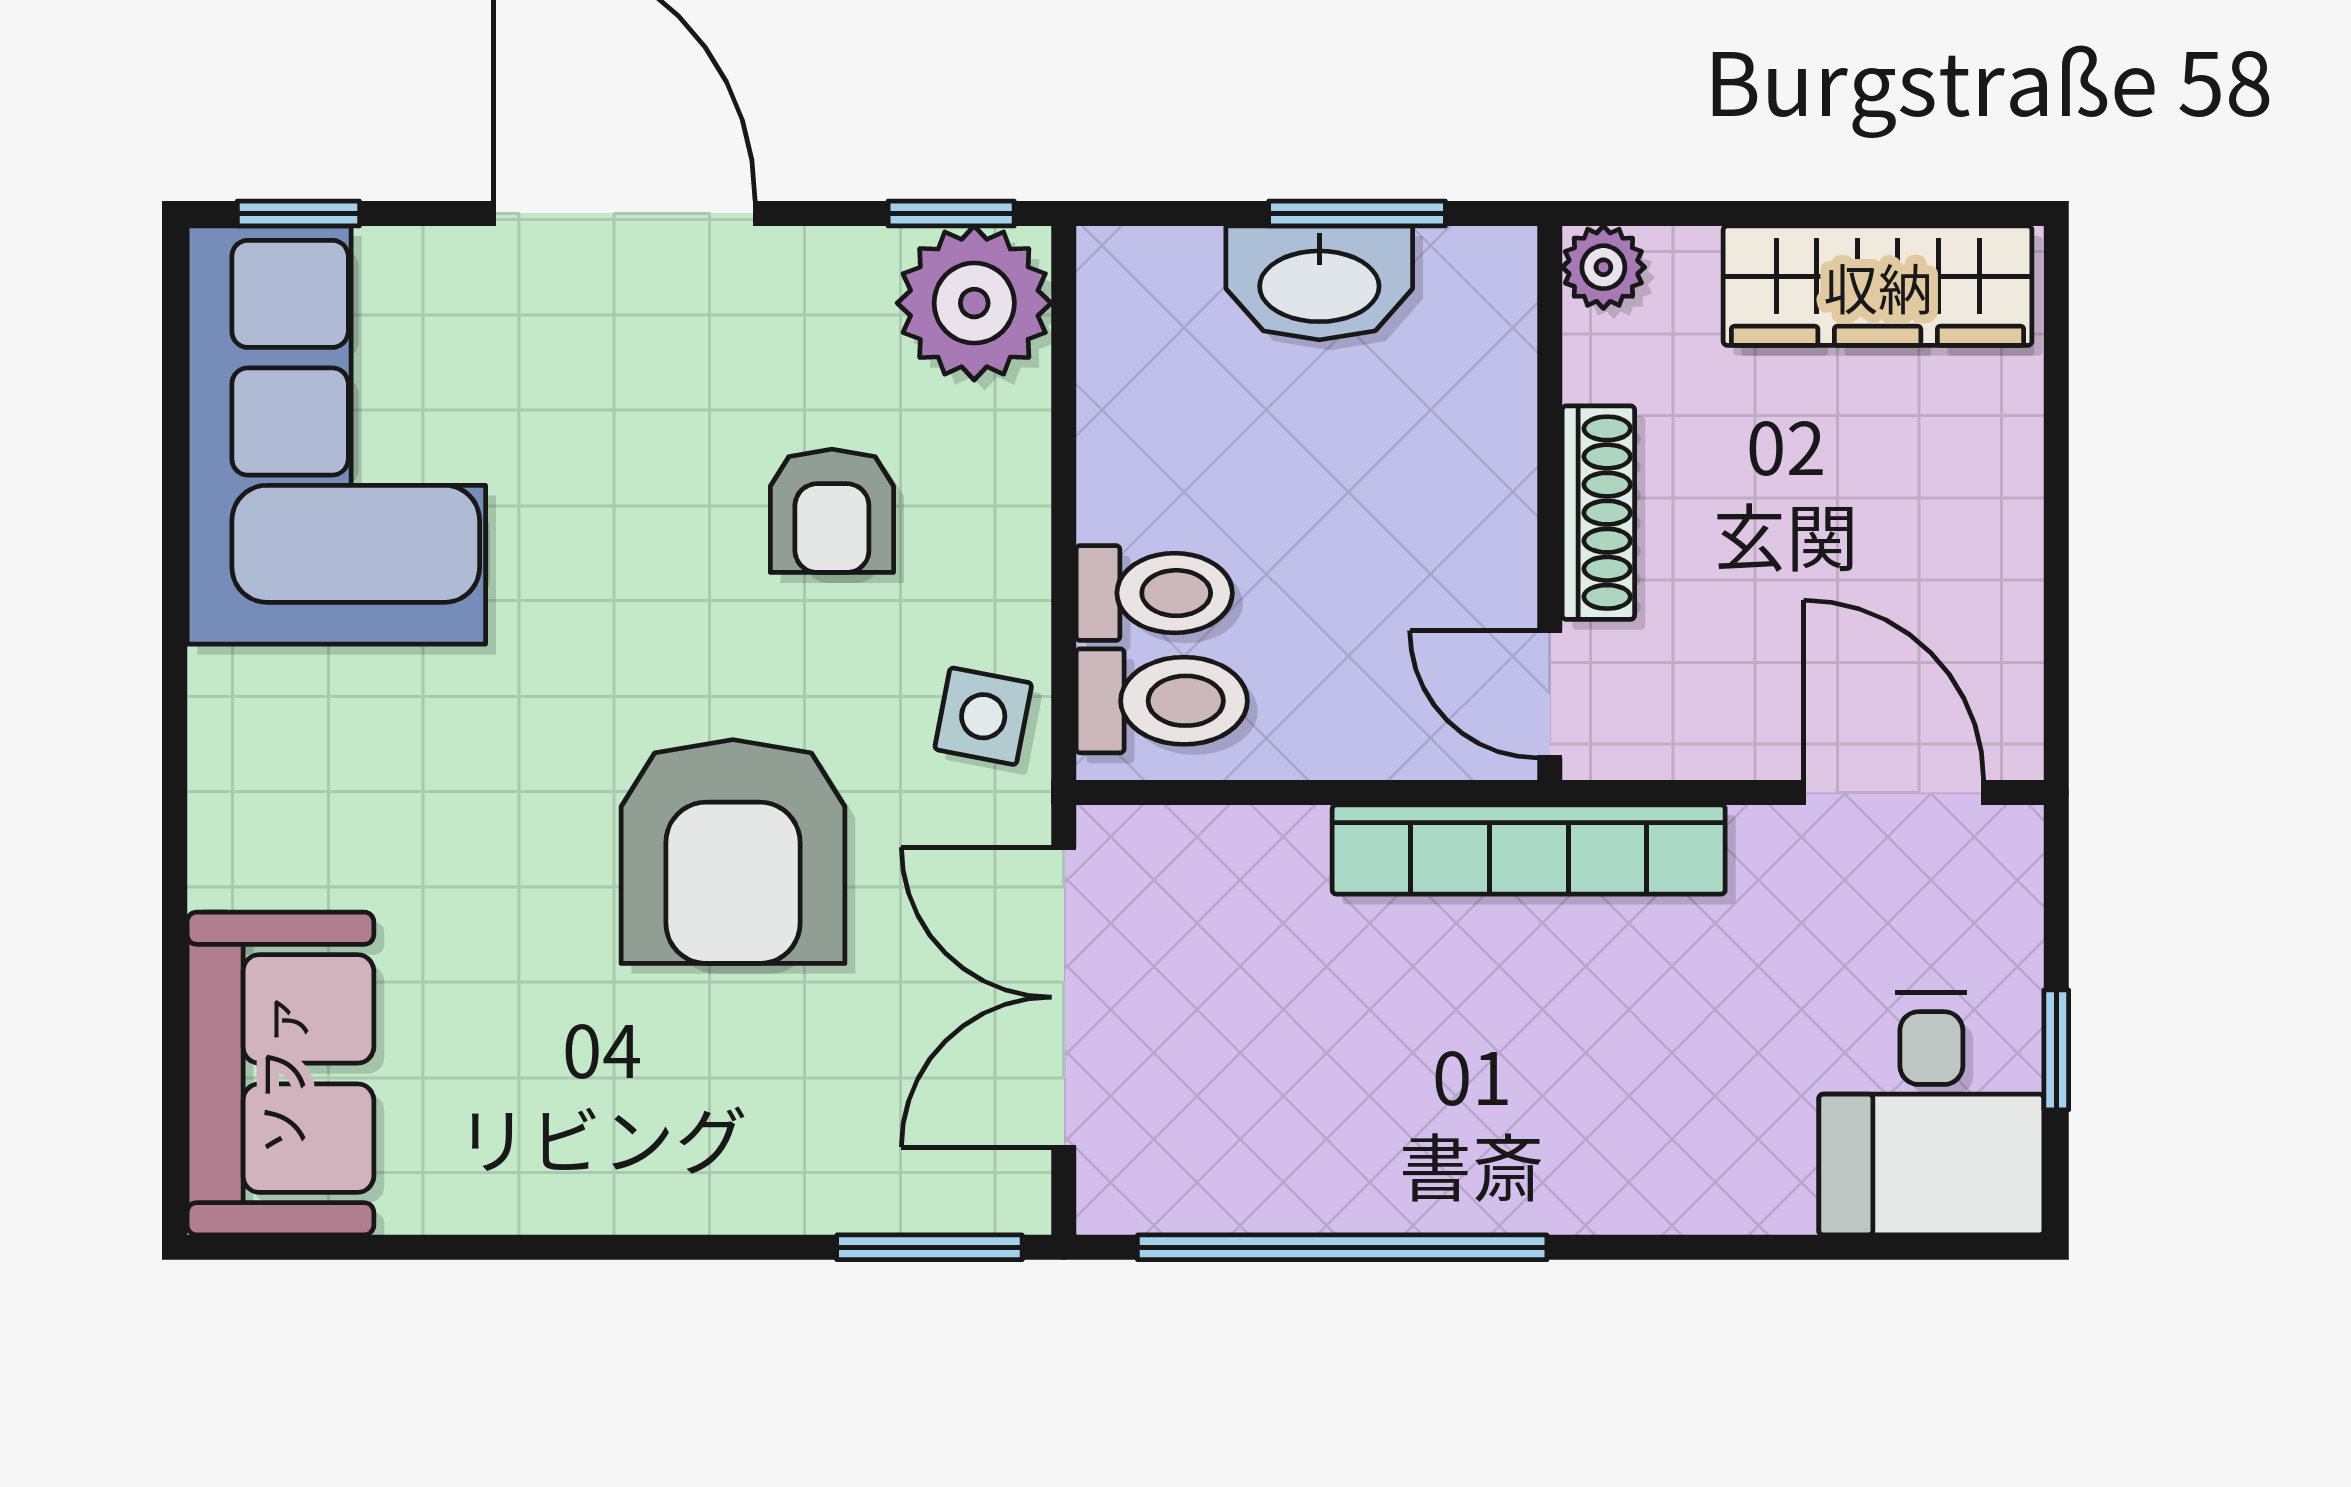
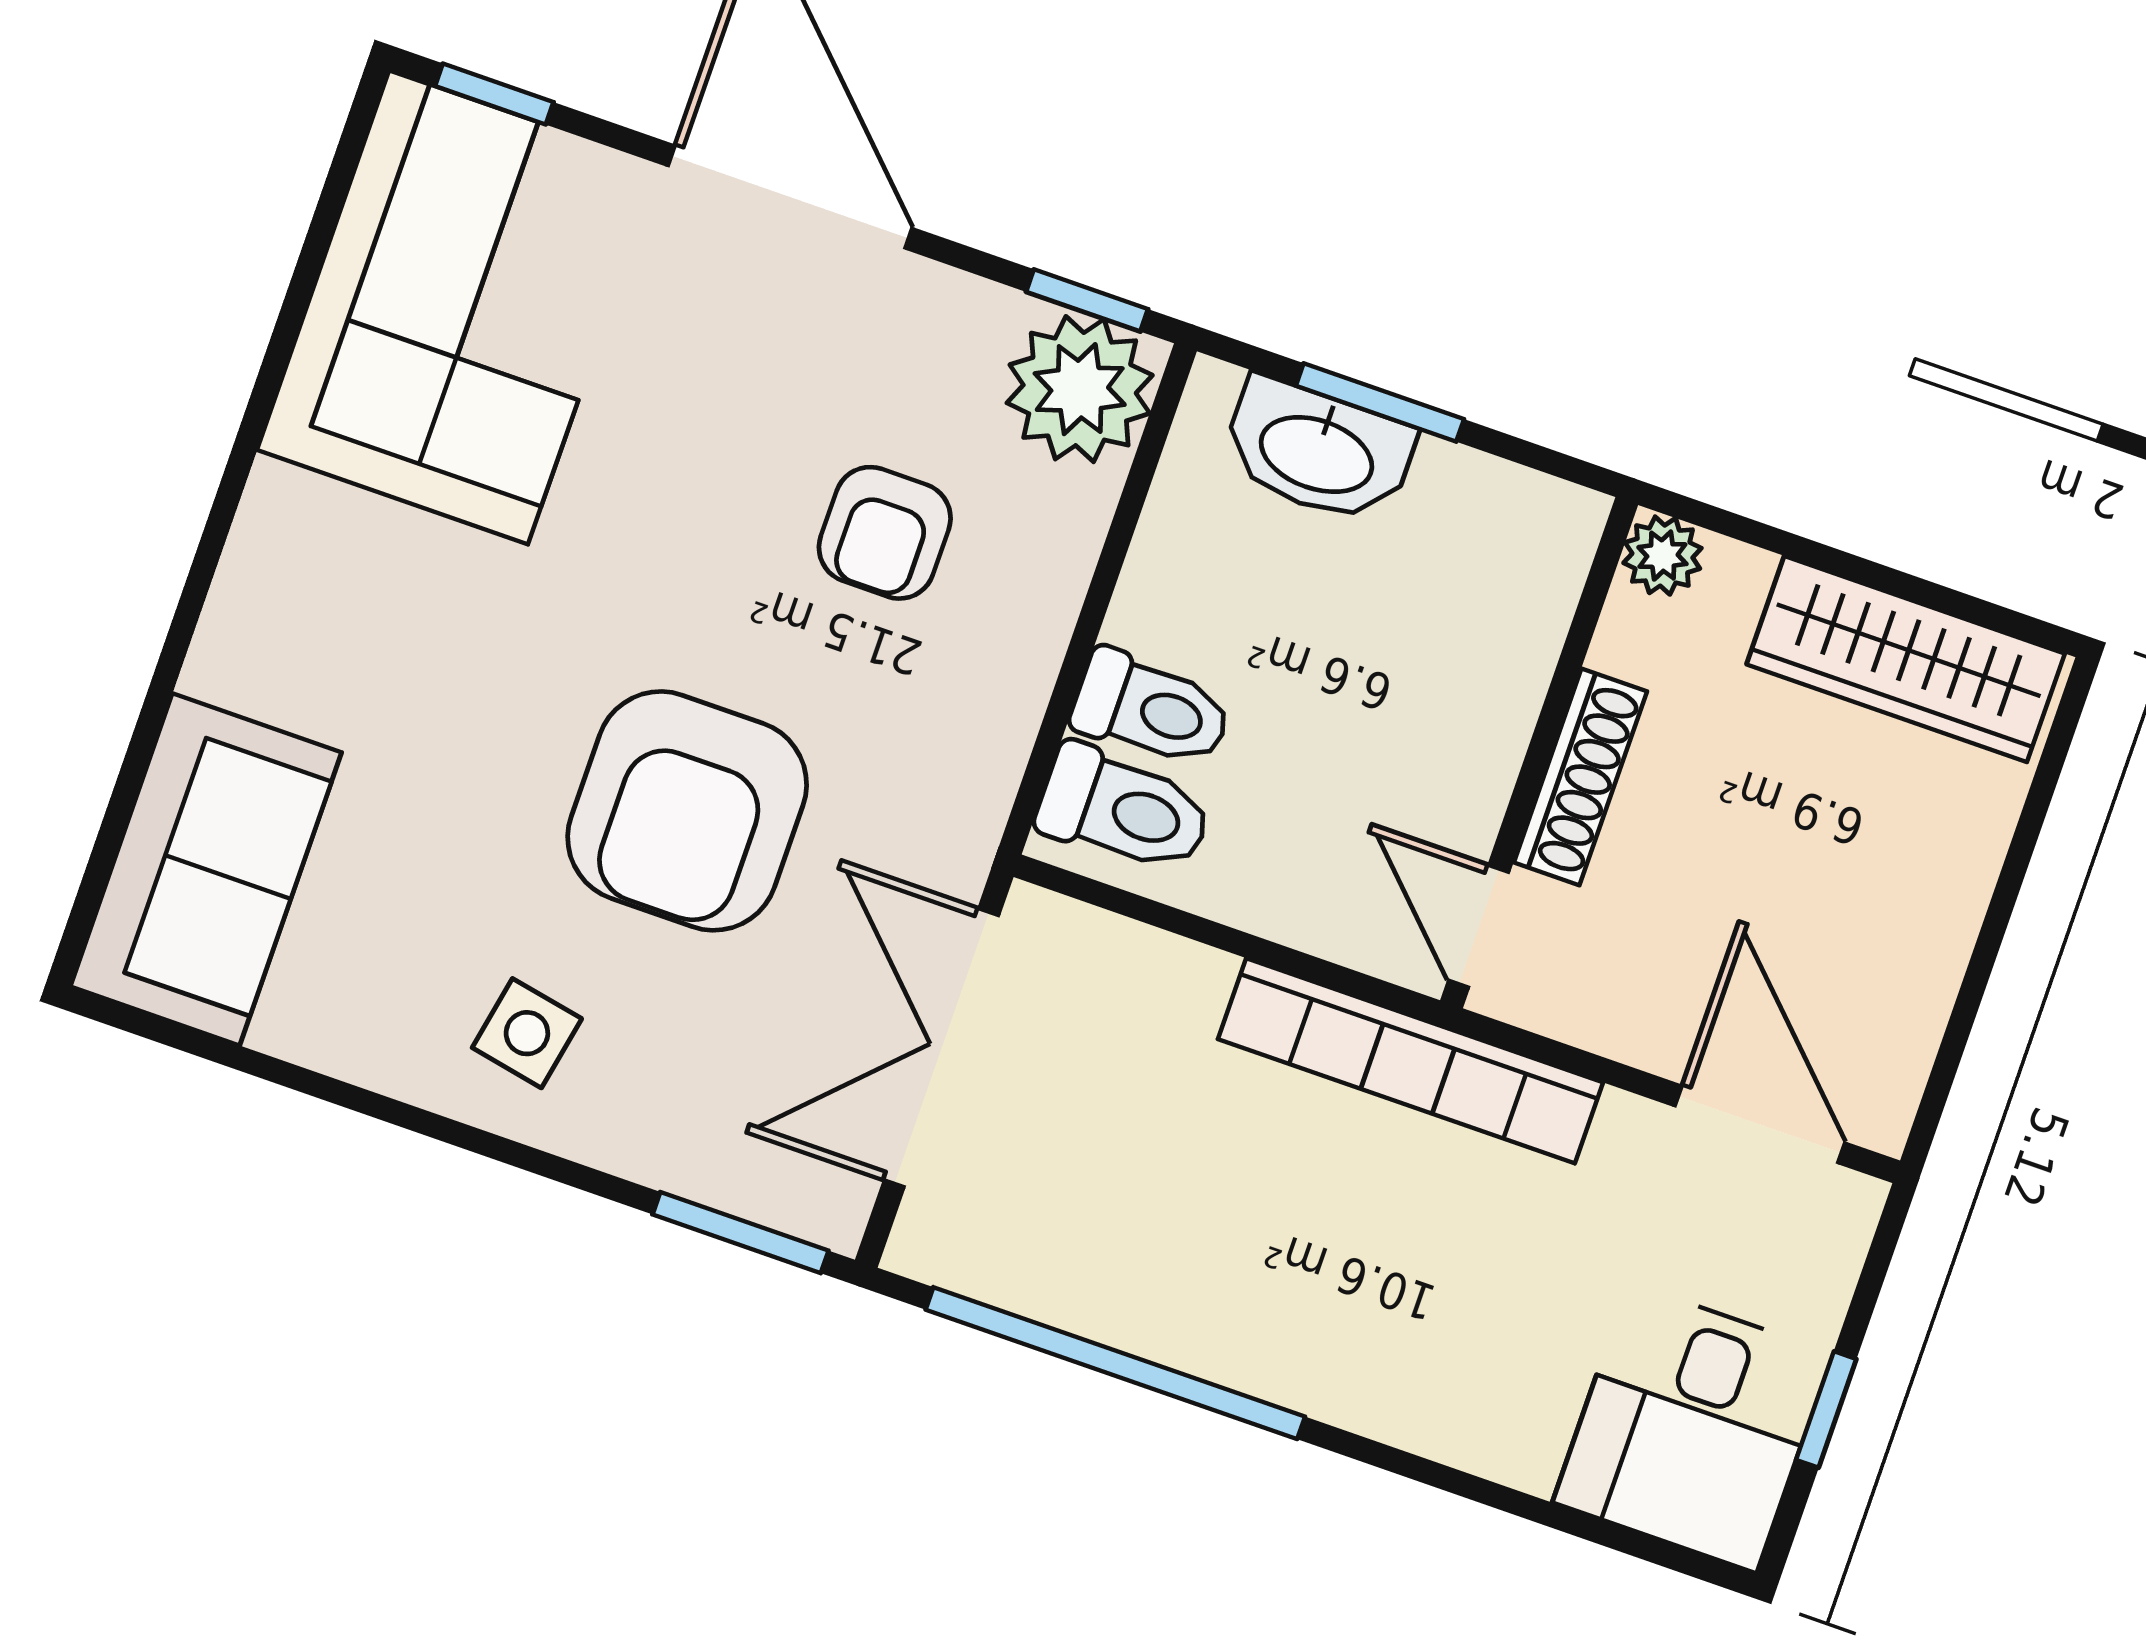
window: (1357, 213) -> (1380, 402), moved
washbasin: (1319, 283) -> (1318, 451), moved
side table: (983, 716) -> (527, 1033), moved

